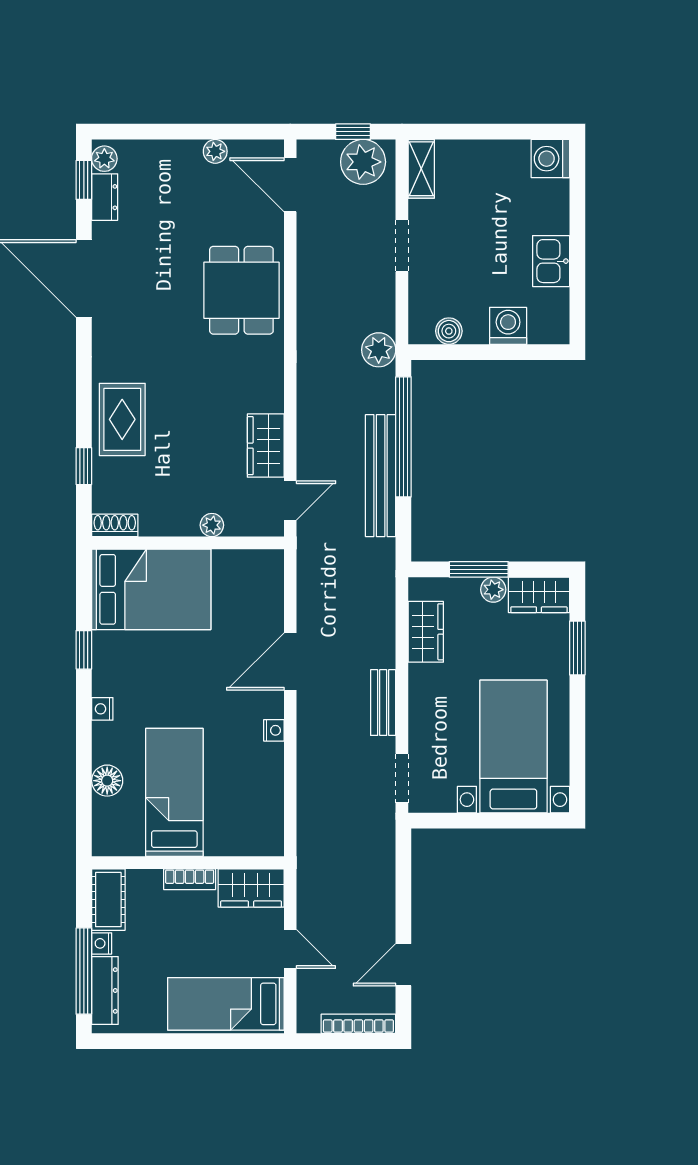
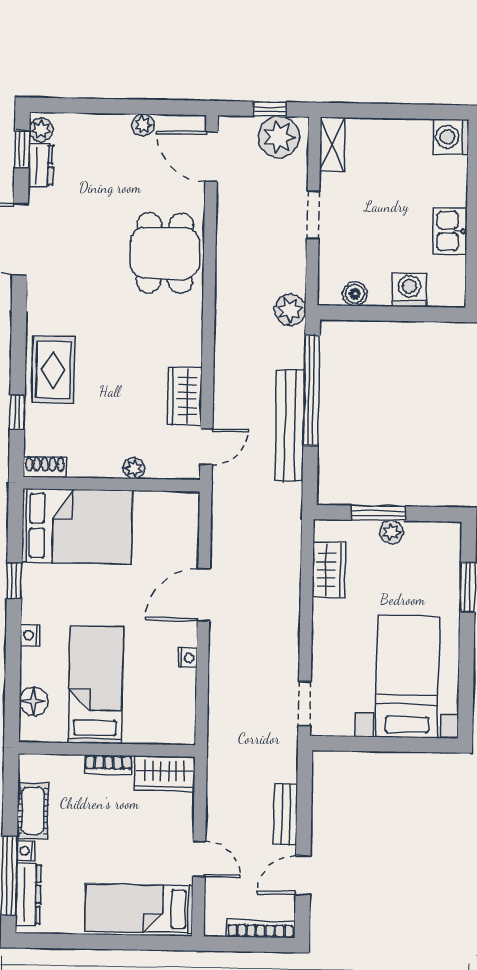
wardrobe: (539, 595) -> (433, 538), removed
bench: (383, 703) -> (285, 814), moved
bed: (174, 792) -> (96, 685), moved
wall: (188, 863) -> (107, 749), moved
bookcase: (190, 879) -> (108, 765), moved
wardrobe: (251, 888) -> (165, 774), moved

